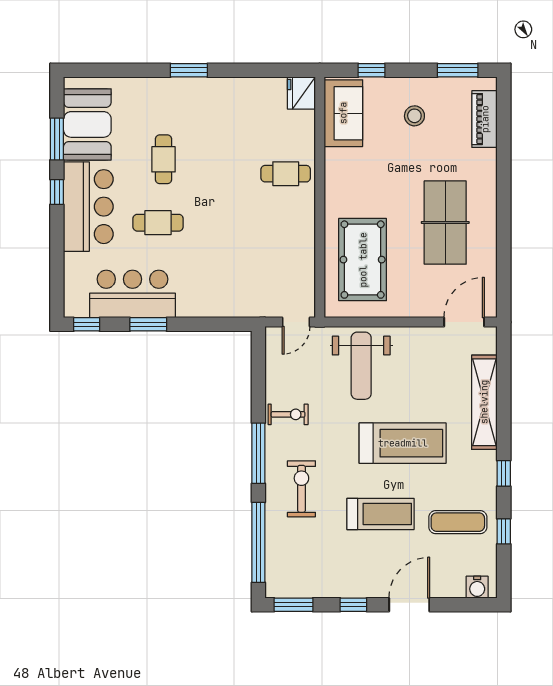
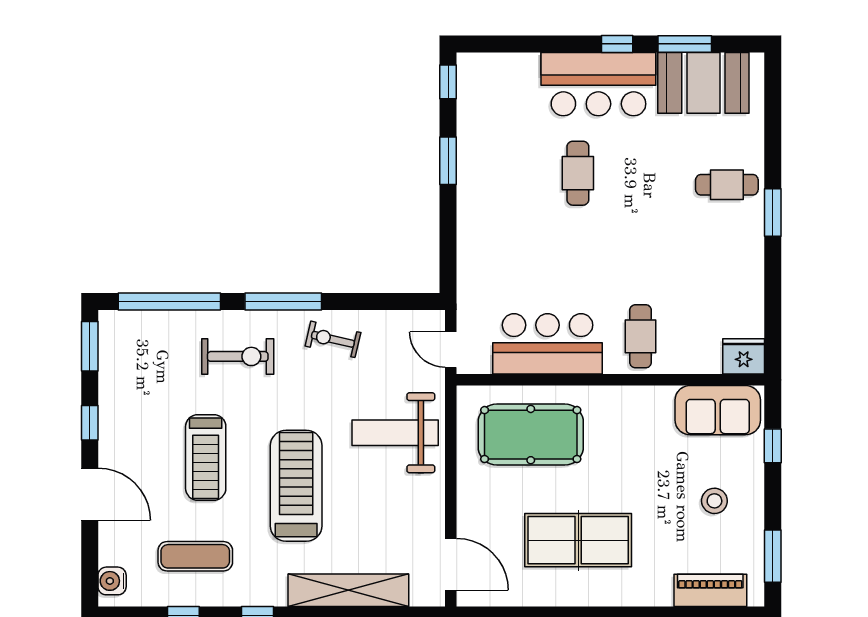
cafe table: (163, 159) -> (727, 185), moved
bar counter: (132, 294) -> (548, 344), moved, turned -90
exercise bike: (288, 414) -> (333, 339), turned 103
treadmill: (403, 443) -> (296, 486), turned 180
exercise mat: (458, 522) -> (195, 556), turned 90

